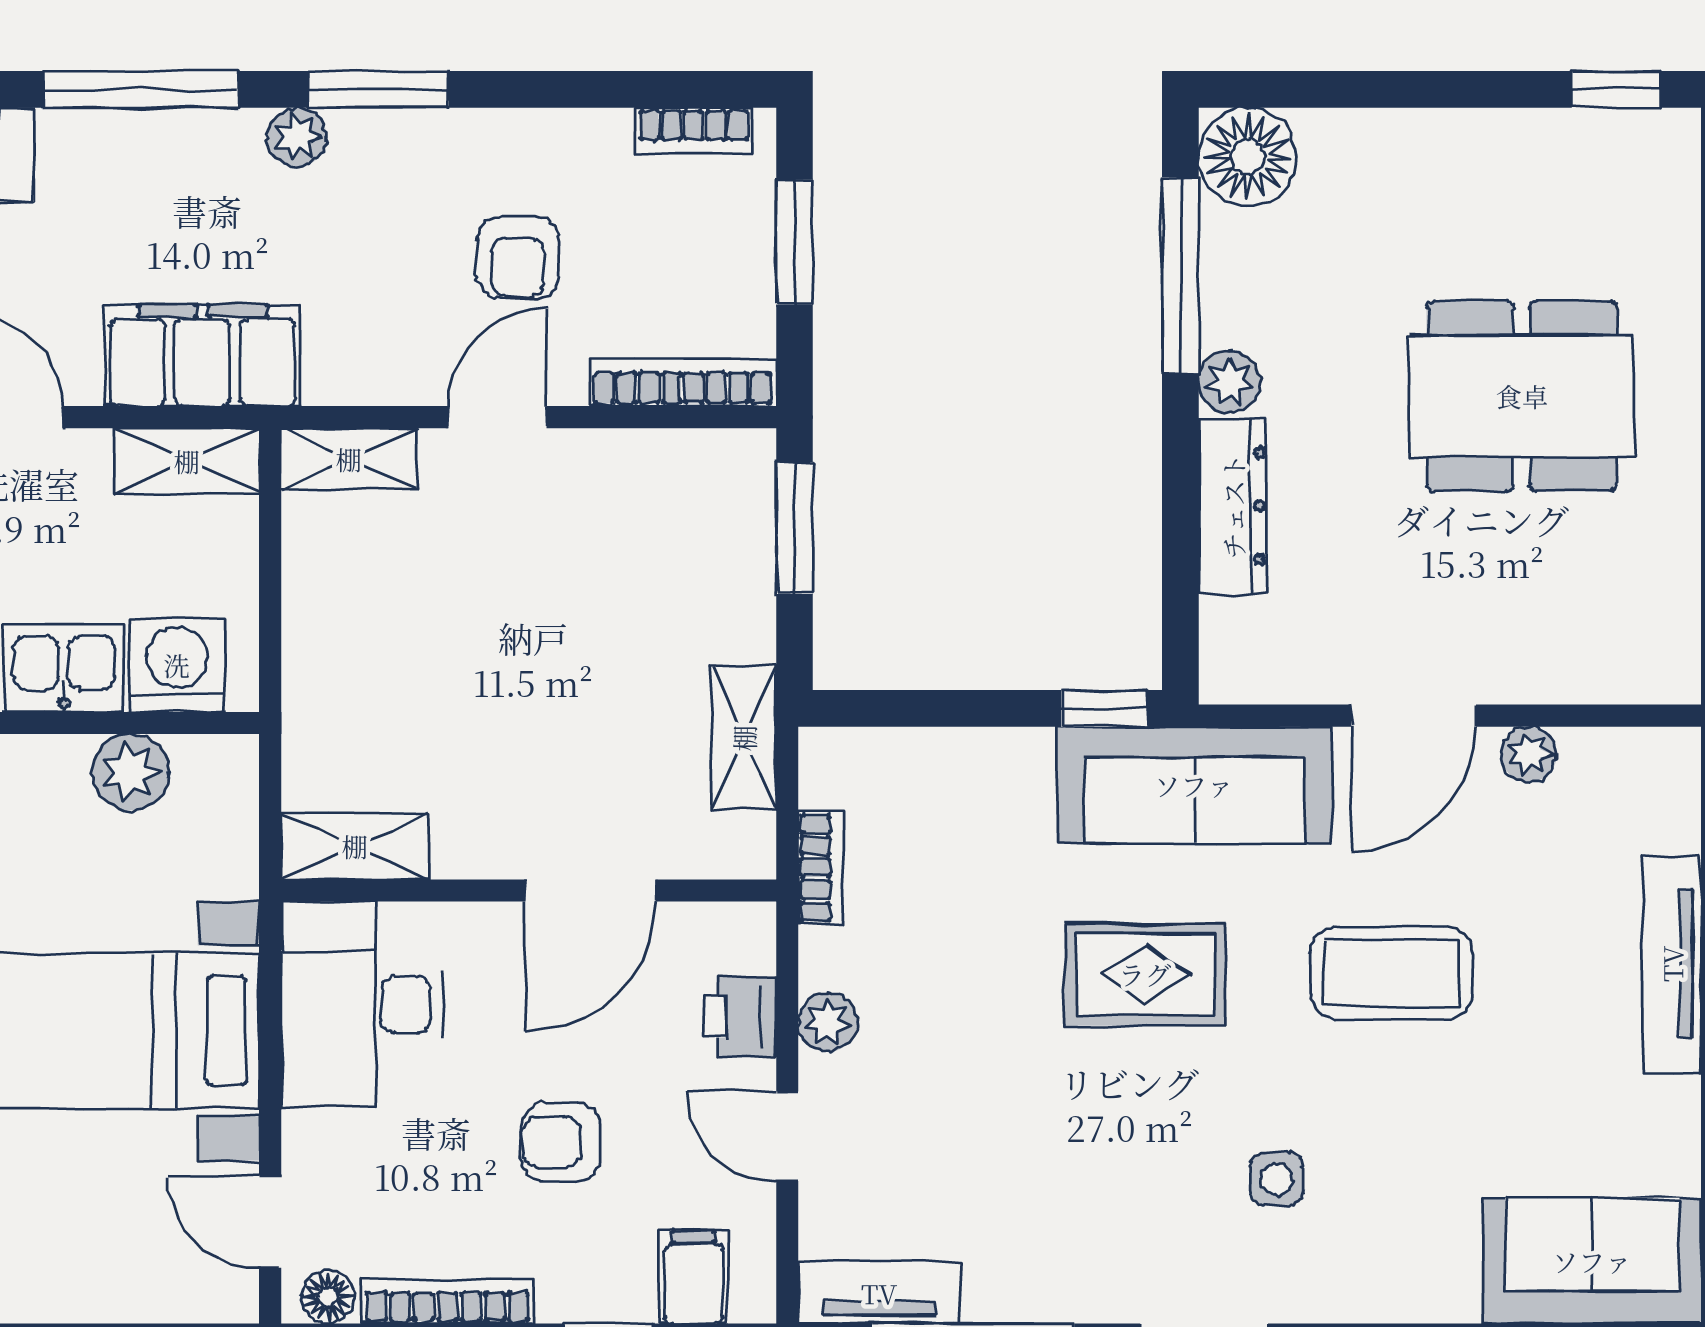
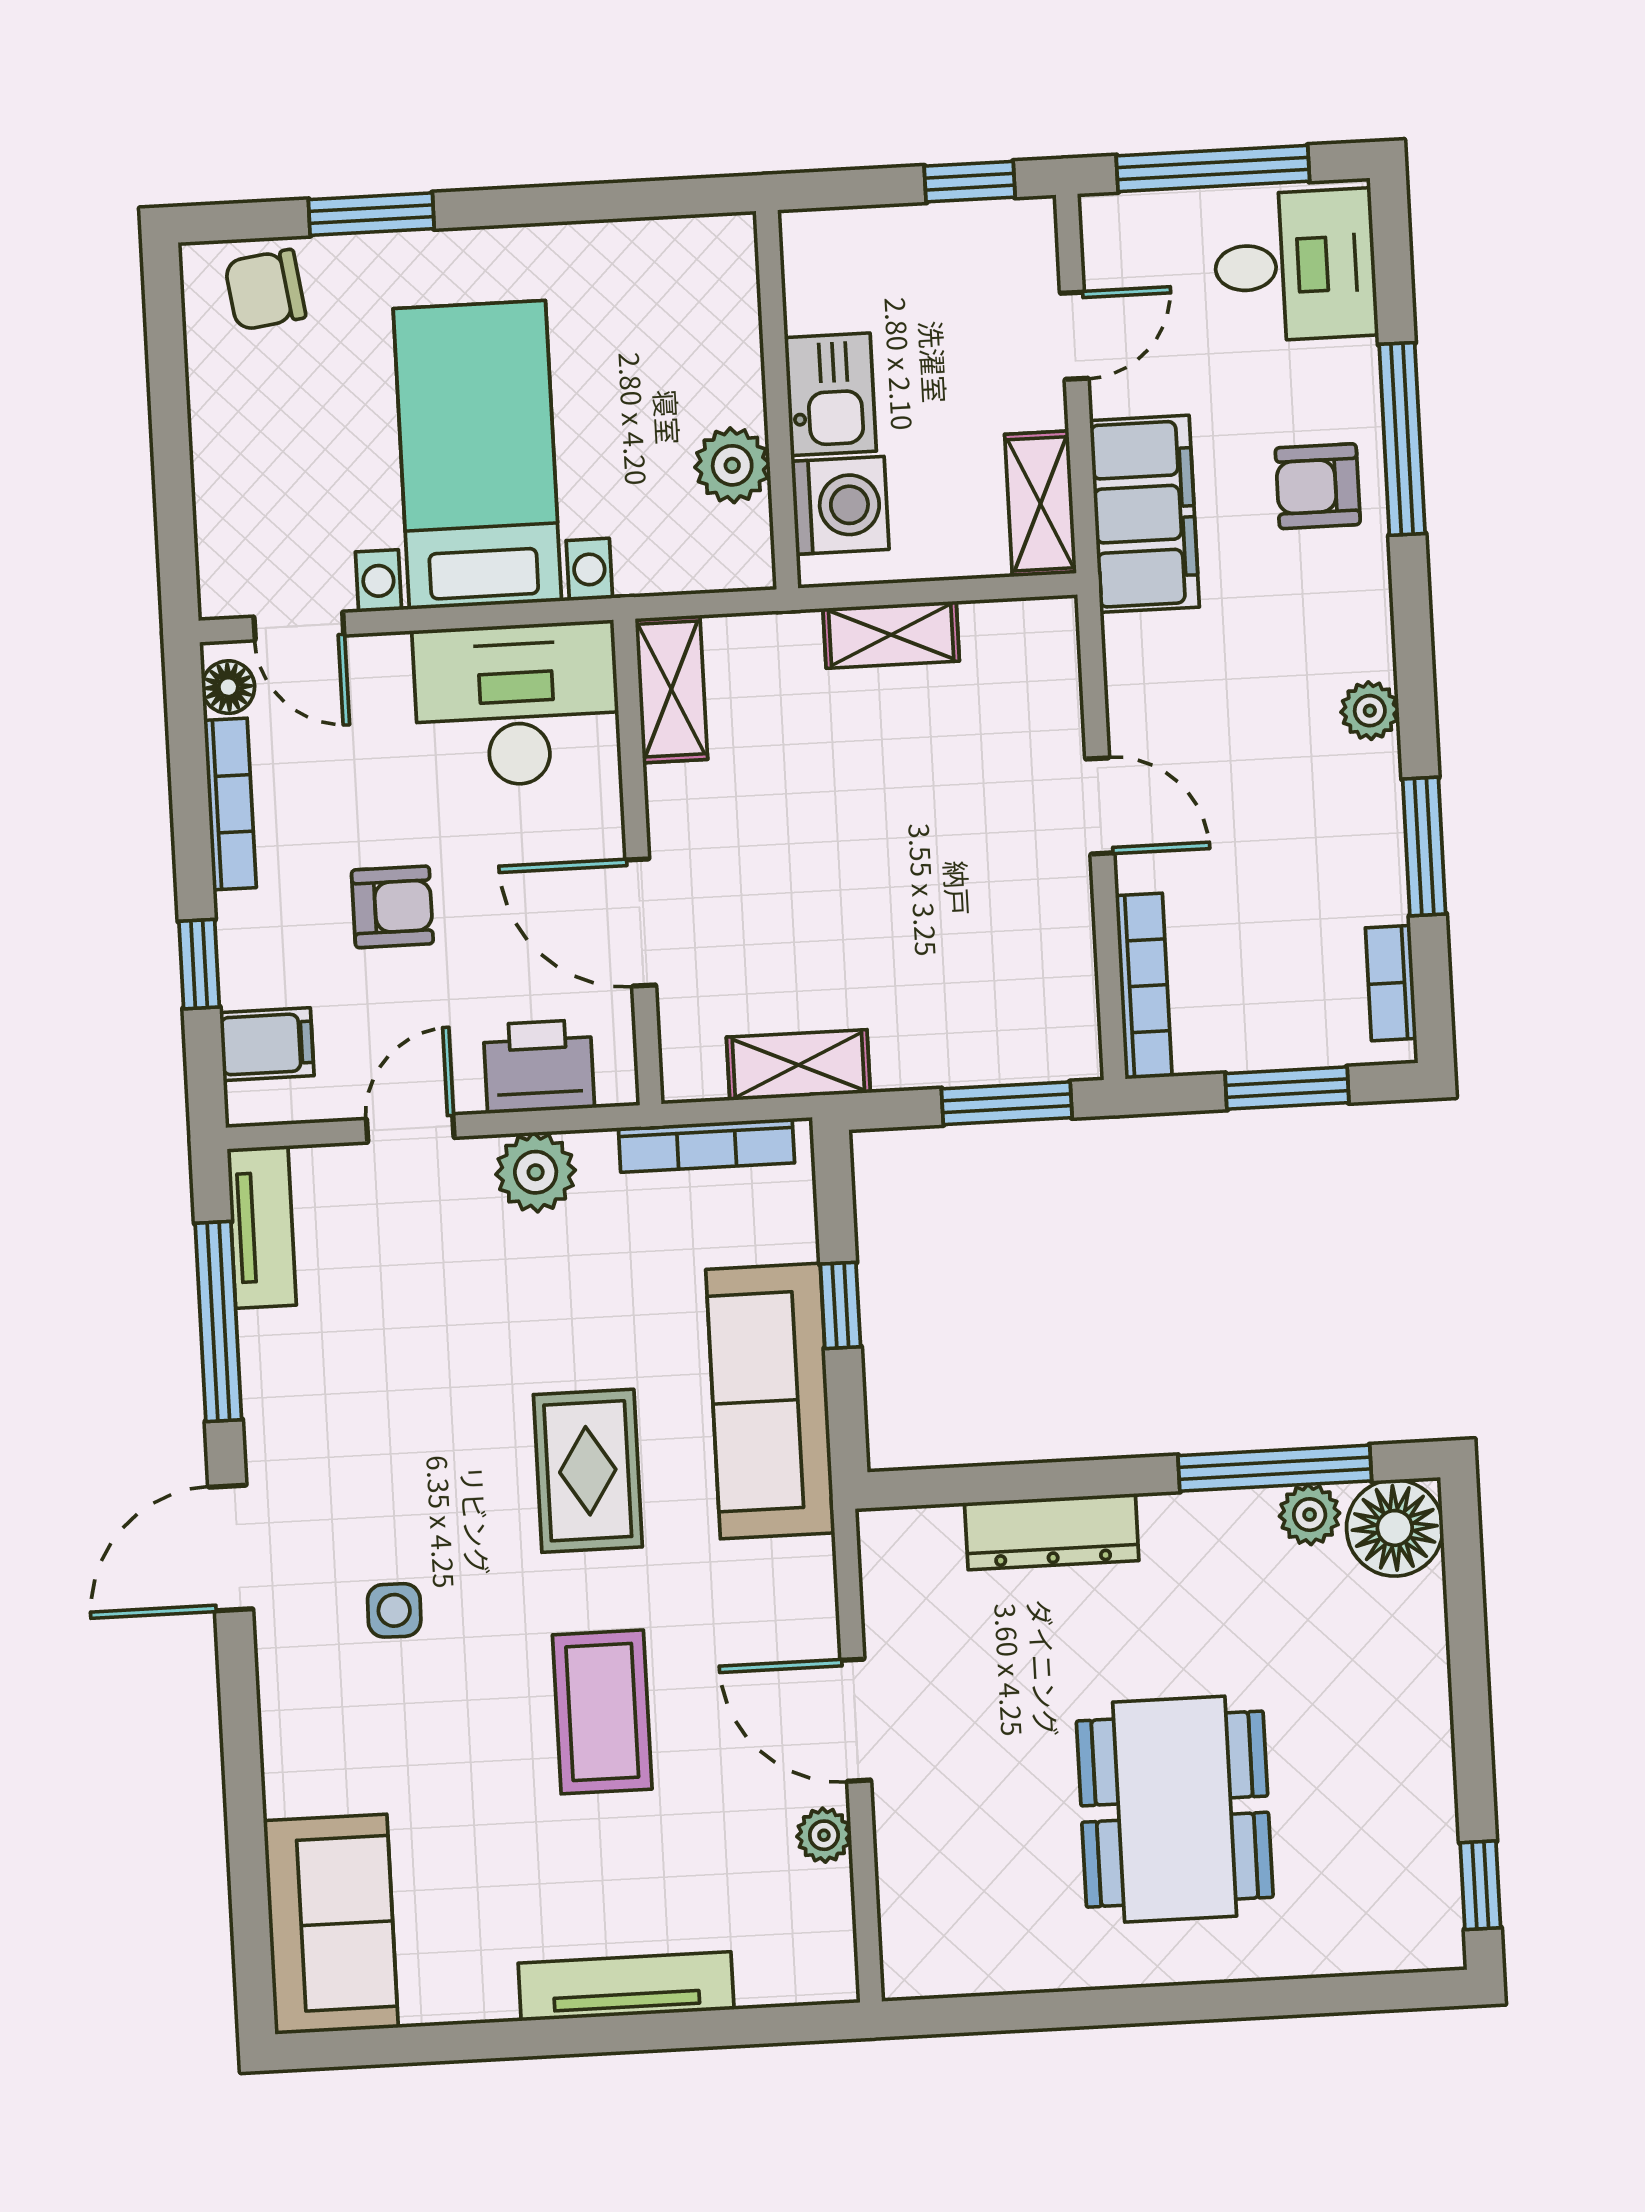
window: (379, 89) -> (1424, 847), moved
plant: (297, 137) -> (1370, 711), moved
armchair: (518, 257) -> (1318, 486), moved
plant: (1230, 382) -> (1310, 1515), moved
shelving: (349, 459) -> (891, 635), moved, turned 90
window: (1105, 708) -> (840, 1305), moved
sofa: (1194, 785) -> (770, 1401), moved
bookcase: (821, 868) -> (706, 1145), width x1.56
printer: (740, 1017) -> (539, 1066), width x1.36, depth x1.24
plant: (828, 1022) -> (536, 1172), width x1.38, depth x1.38
armchair: (561, 1142) -> (392, 907), turned 90
door: (270, 1222) -> (299, 626), swing flipped

